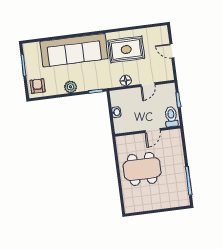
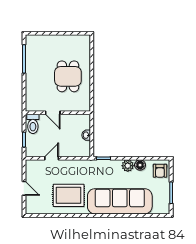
floor lamp: (126, 80) -> (140, 165), moved
door: (153, 130) -> (53, 113), swing flipped
dining table: (142, 169) -> (68, 76), width x0.73

